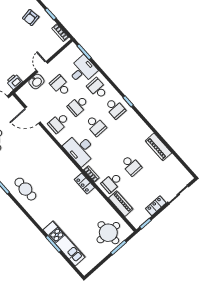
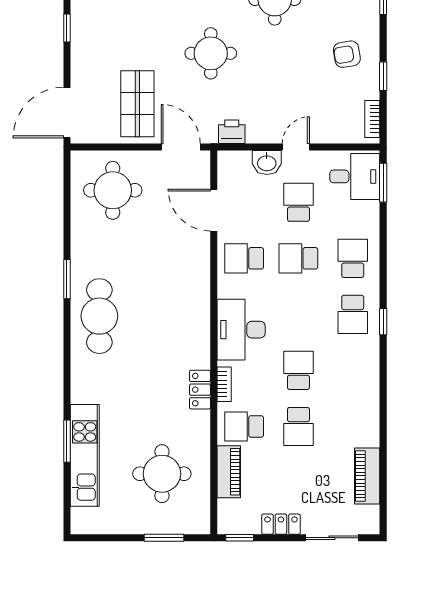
desk: (82, 70) -> (355, 176), moved
school desk: (96, 126) -> (298, 370), moved, turned 180
piano: (158, 147) -> (367, 476), moved
cafe table: (25, 189) -> (99, 316), width x1.37, depth x1.35
round table: (108, 233) -> (162, 474), moved

